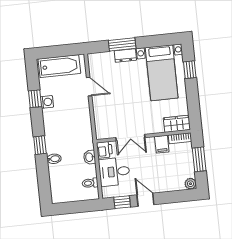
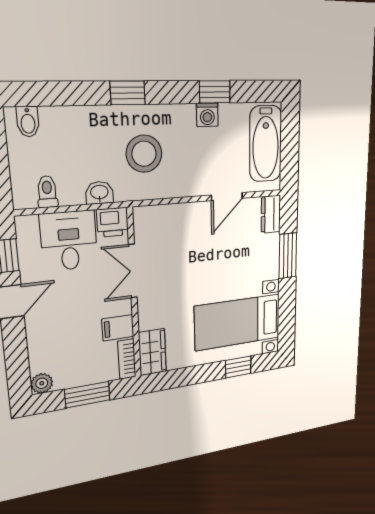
dresser: (125, 56) -> (271, 214), moved
stool: (69, 135) -> (144, 154), added
bidet: (54, 159) -> (28, 122), moved

